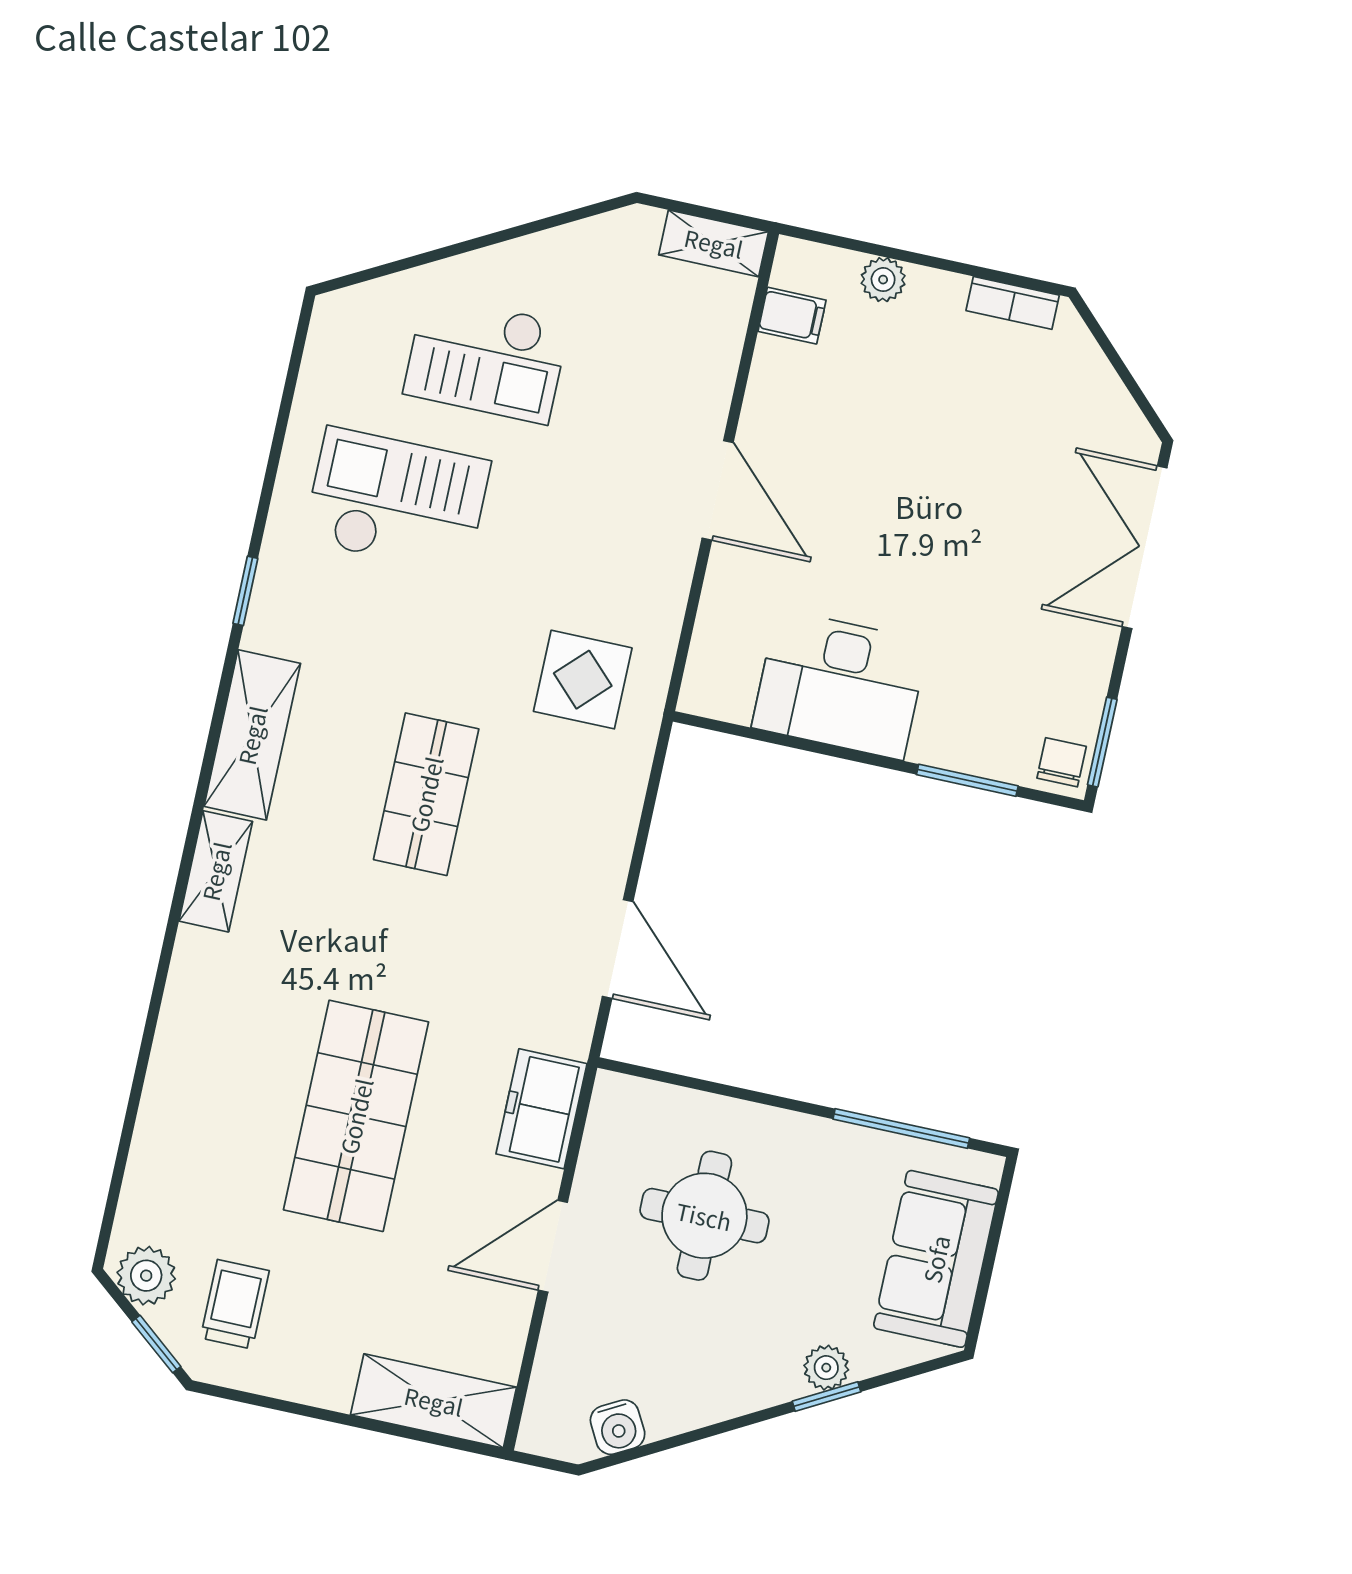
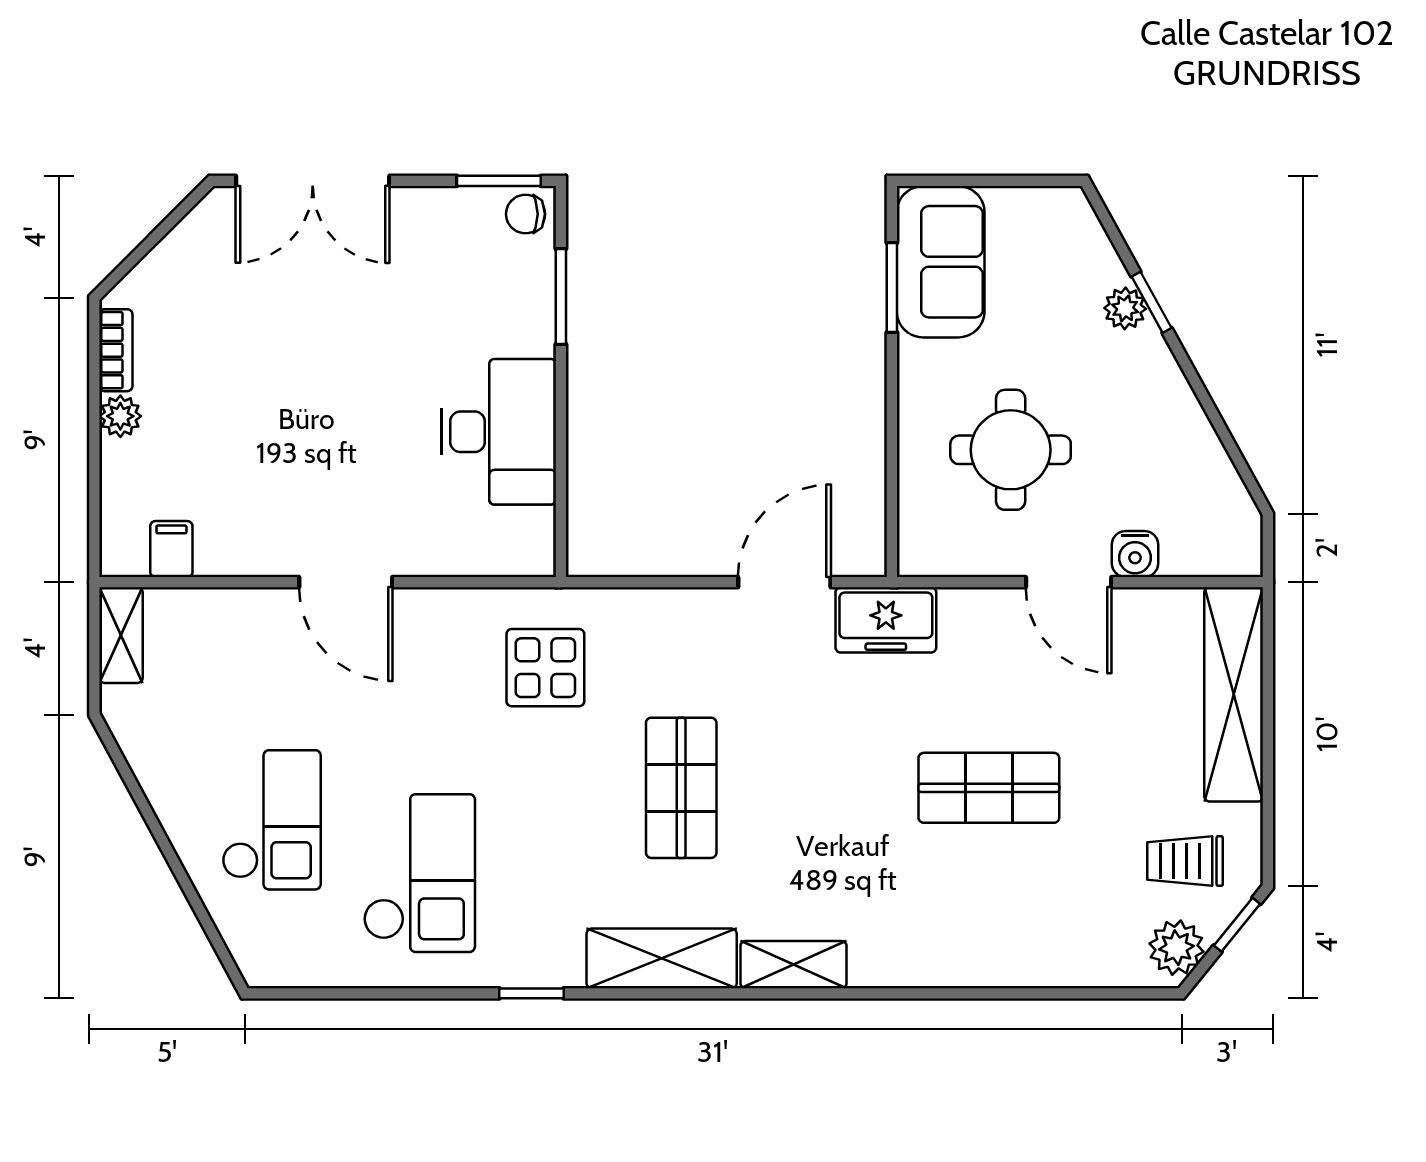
plant: (883, 280) -> (120, 416), moved
door: (718, 490) -> (346, 582), swing flipped
checkout: (397, 501) -> (419, 873), turned 180
shop shelf: (426, 794) -> (681, 788), turned 90
freezer: (542, 1109) -> (886, 620), moved
shop shelf: (356, 1116) -> (989, 788), width x0.70, depth x0.74
window: (901, 1128) -> (892, 287), width x0.69
sofa: (936, 1259) -> (941, 262), moved, turned -90
shelving: (434, 1401) -> (1234, 694), width x1.47
water cooler: (618, 1427) -> (1135, 554), moved, turned 119

